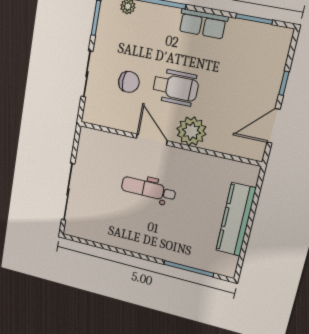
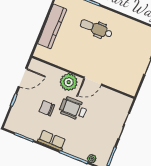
chair: (129, 82) -> (47, 108), moved
door: (152, 140) -> (93, 81), hinge flipped
dental chair: (148, 189) -> (96, 29), moved, turned 180

